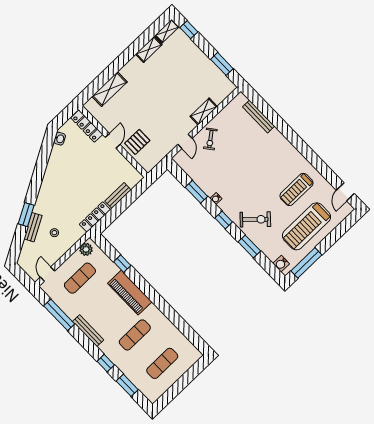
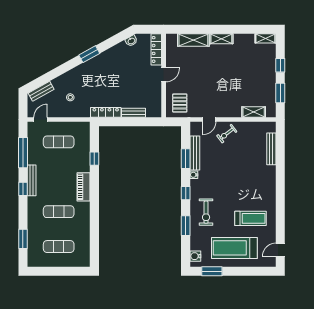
window: (189, 30) -> (280, 65), moved
shelving: (149, 49) -> (221, 39), moved
shelving: (204, 112) -> (254, 112), moved
pallet: (137, 142) -> (180, 103), moved, turned 90
bench: (200, 180) -> (195, 153), added
treadmill: (296, 189) -> (251, 218), turned 180
window: (26, 215) -> (89, 54), moved
exercise bike: (255, 219) -> (206, 212), turned 47
bench: (33, 227) -> (41, 91), moved
plant: (86, 249) -> (80, 127), removed
window: (306, 263) -> (212, 271), width x0.69
piano: (130, 293) -> (84, 187), width x0.73, depth x0.75
window: (106, 363) -> (23, 189), moved

